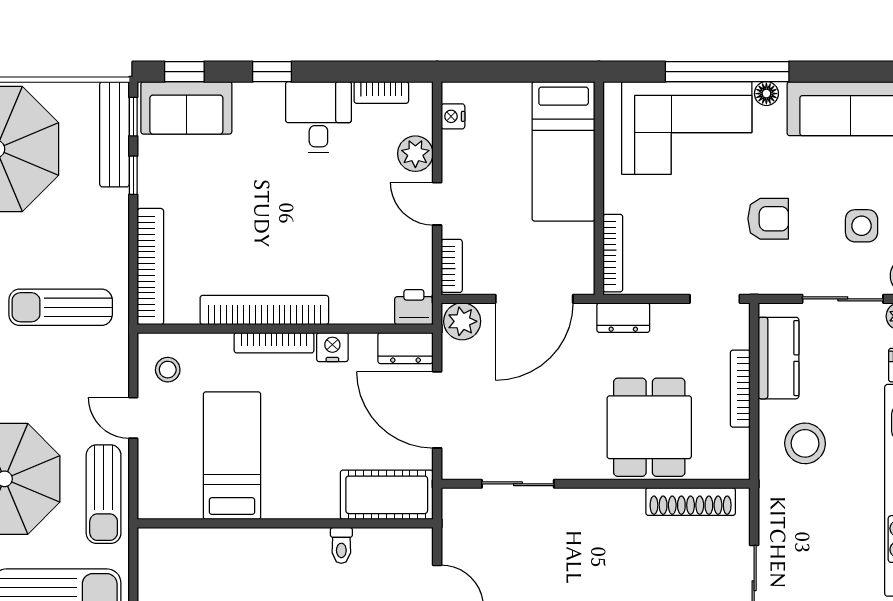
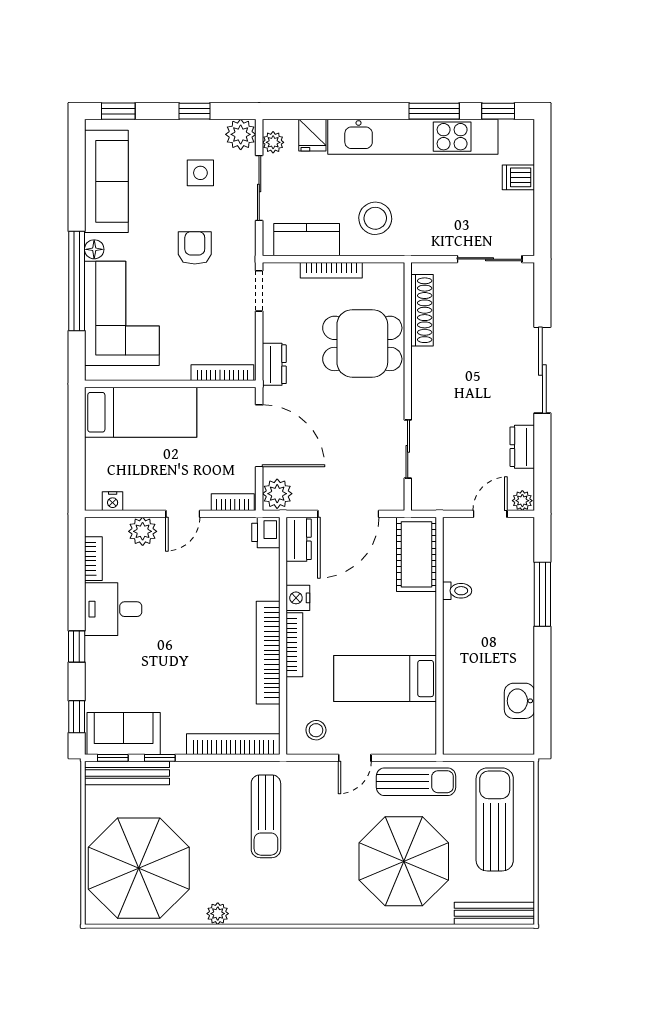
sofa: (186, 108) -> (124, 734), moved, turned -90

